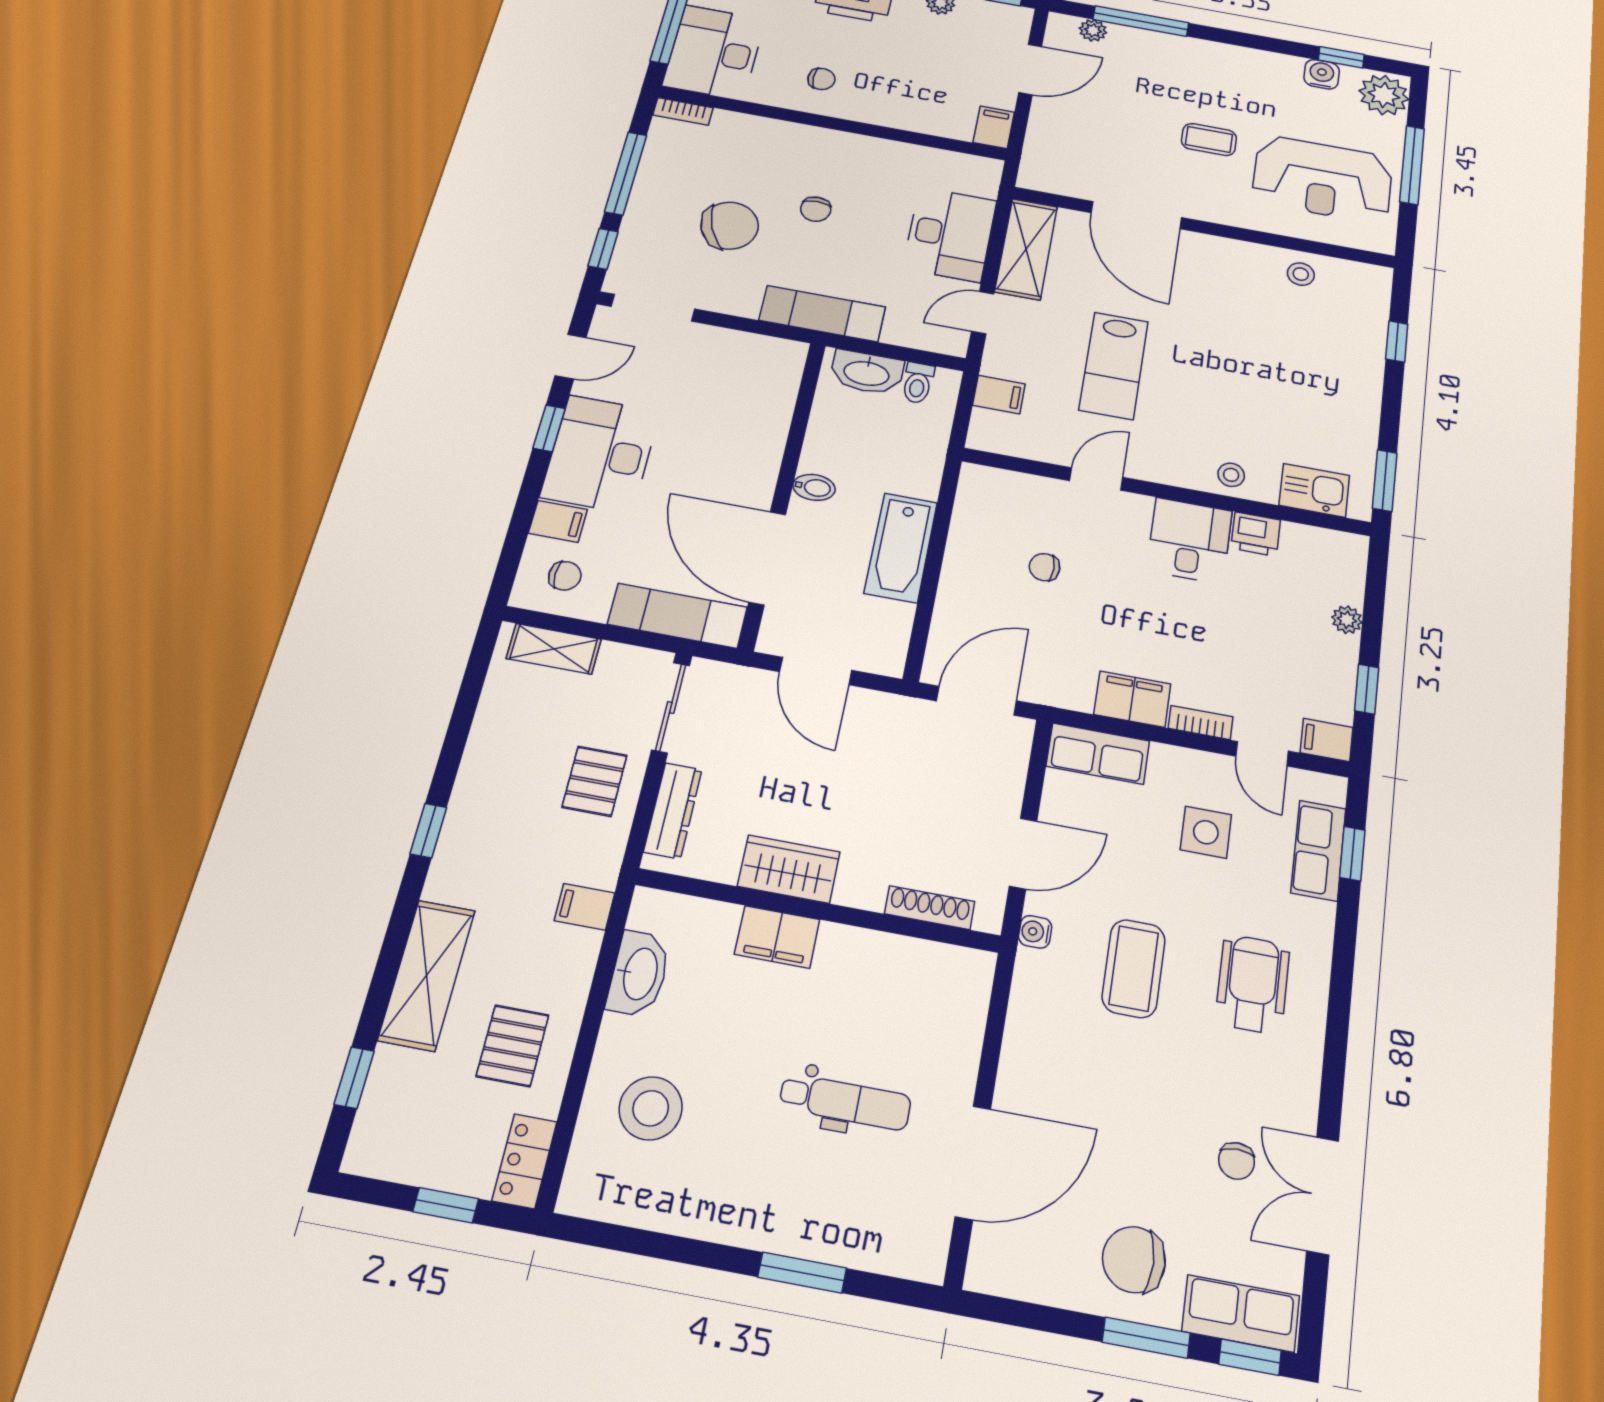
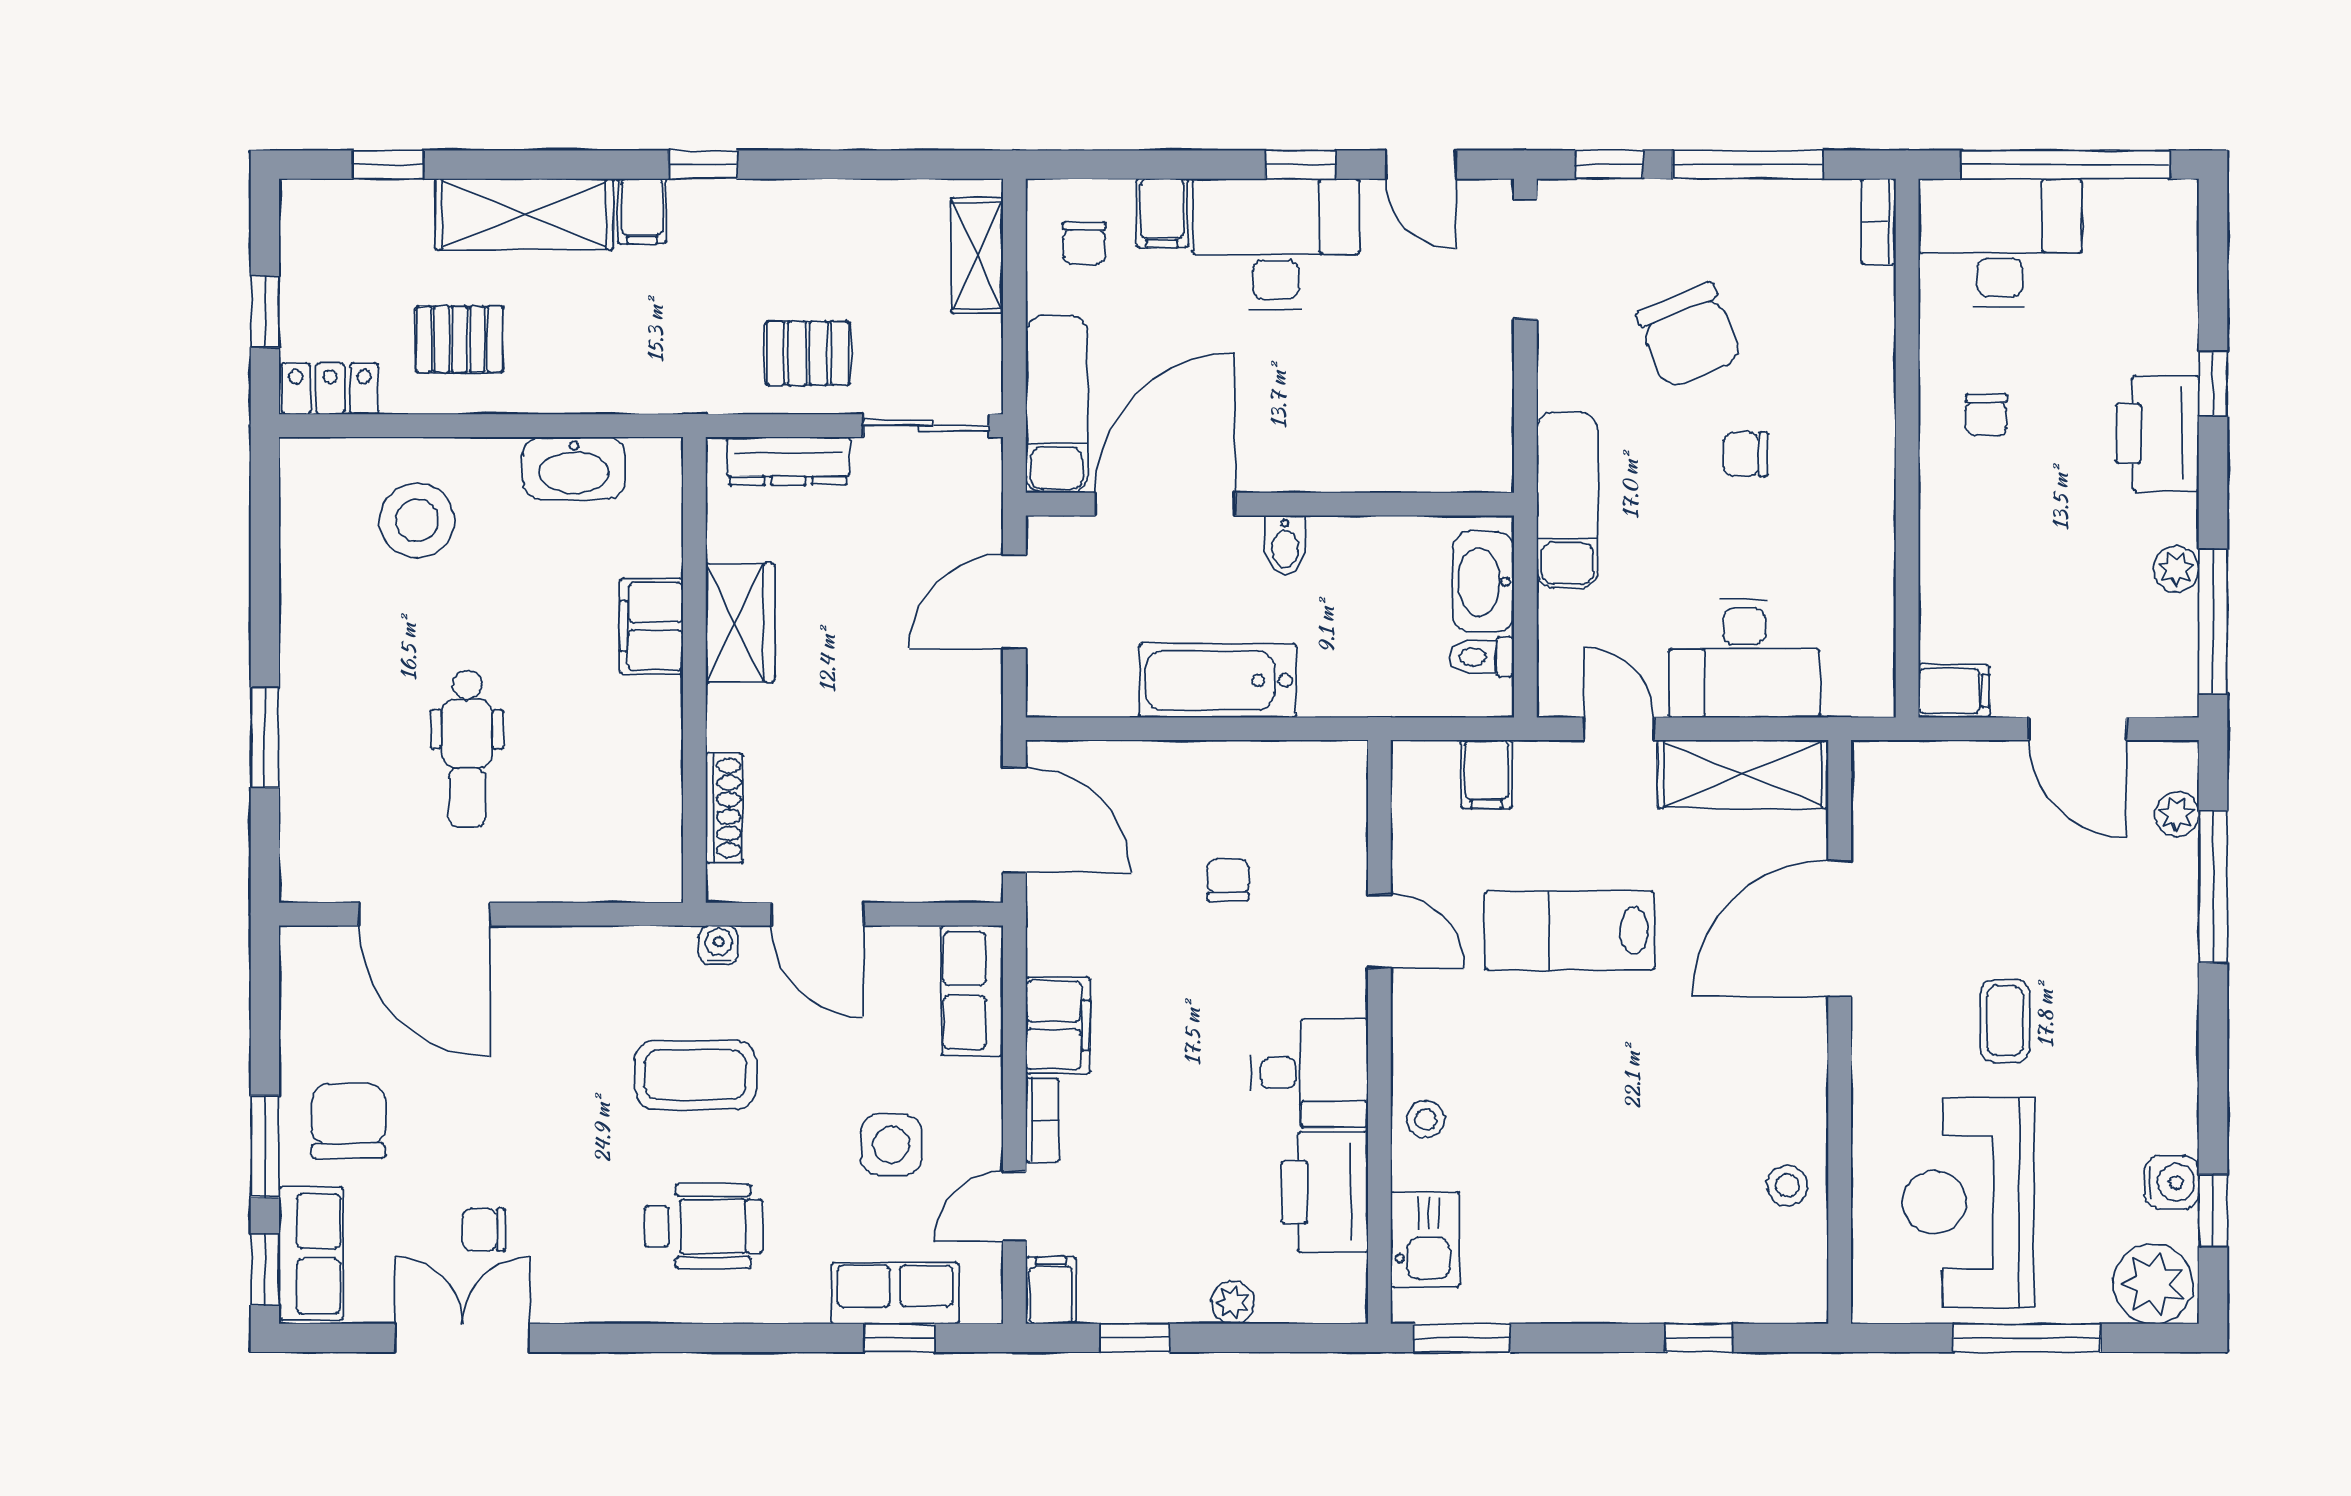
printer: (1256, 534) -> (1325, 1192), width x1.87, depth x1.48
filing cabinet: (585, 907) -> (642, 211), moved, turned 180

